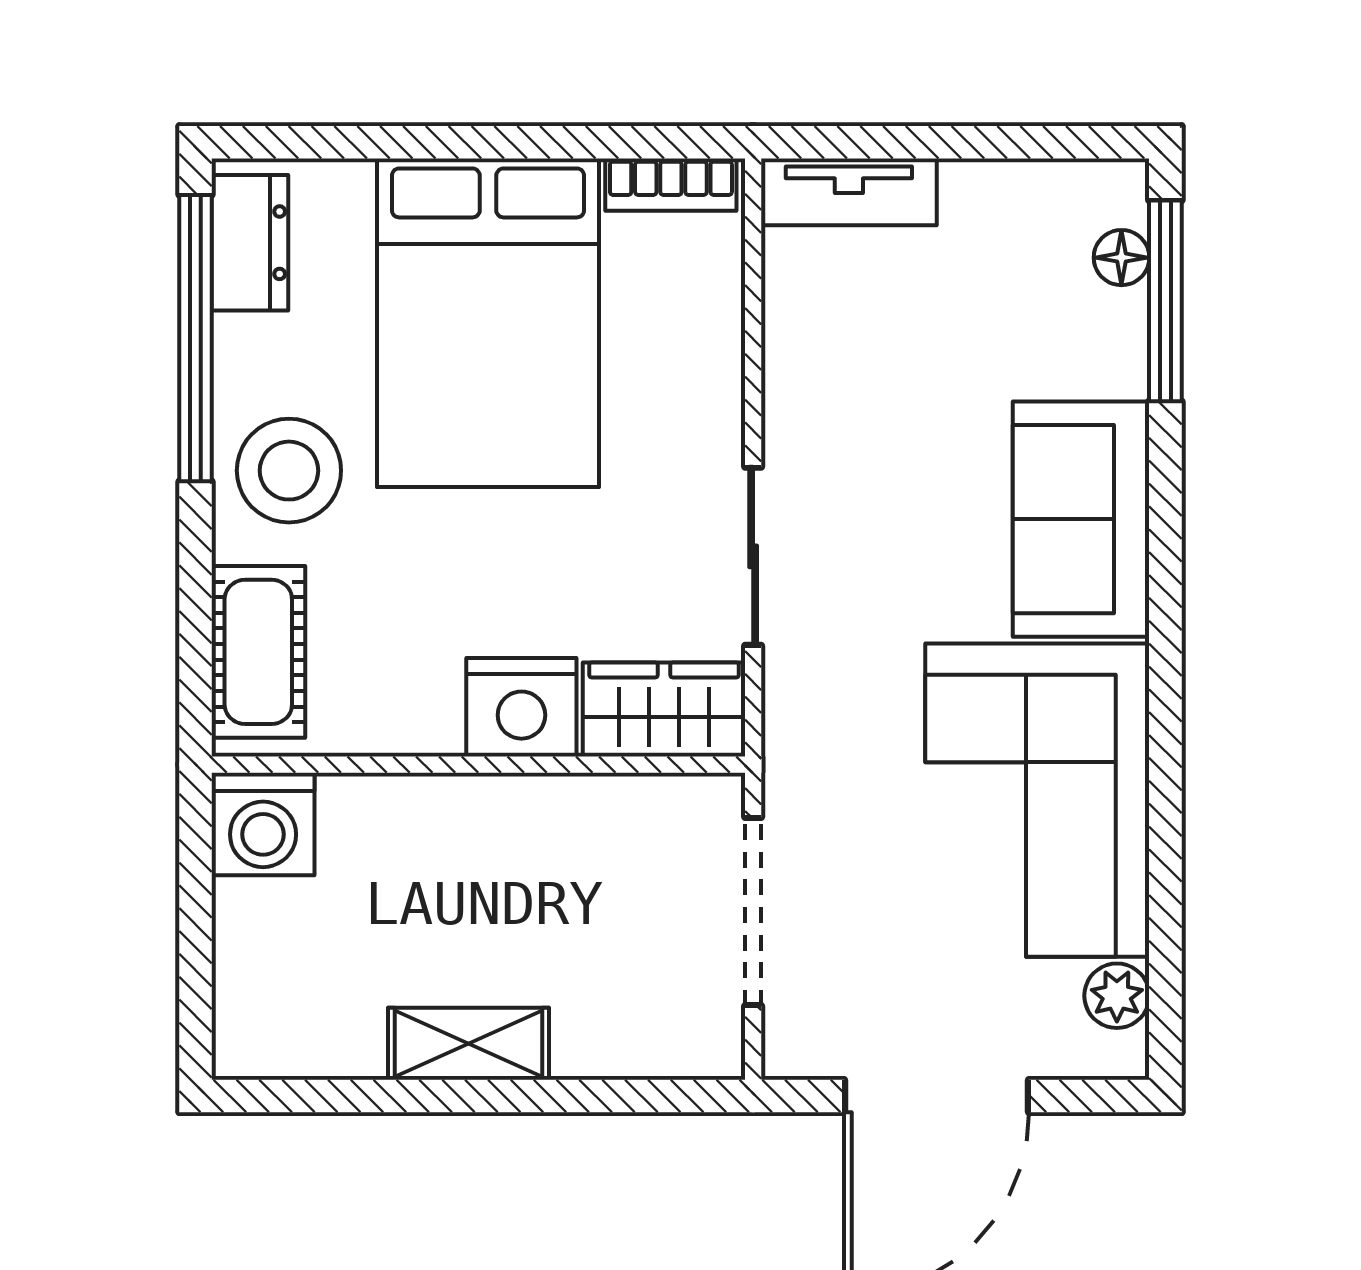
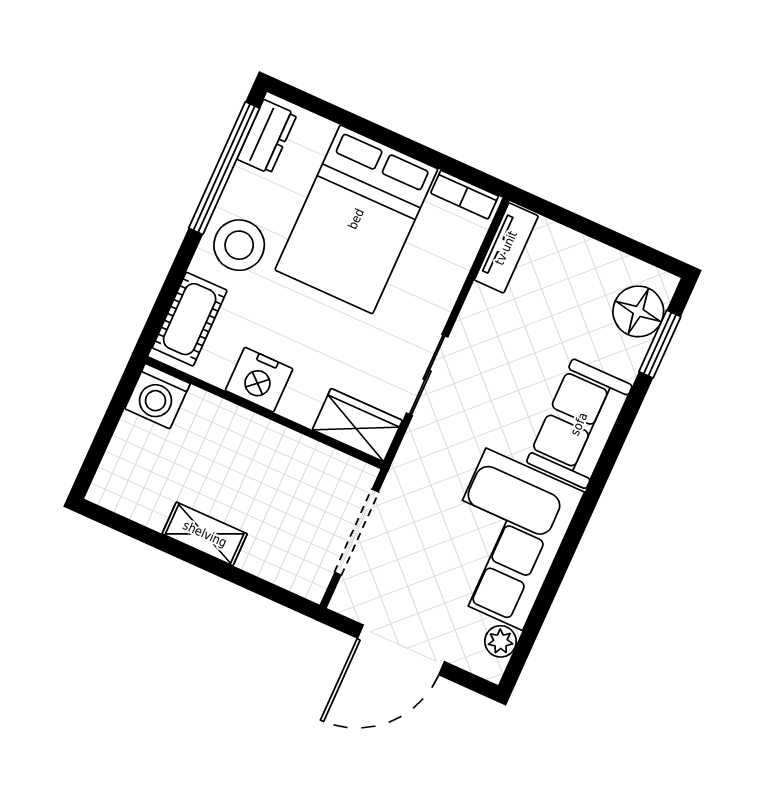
tv unit: (849, 192) -> (506, 248), moved, turned -90
floor lamp: (1121, 258) -> (638, 311), width x1.89, depth x1.89
window: (1165, 301) -> (660, 344), width x0.69
nightstand: (521, 707) -> (259, 380), moved

